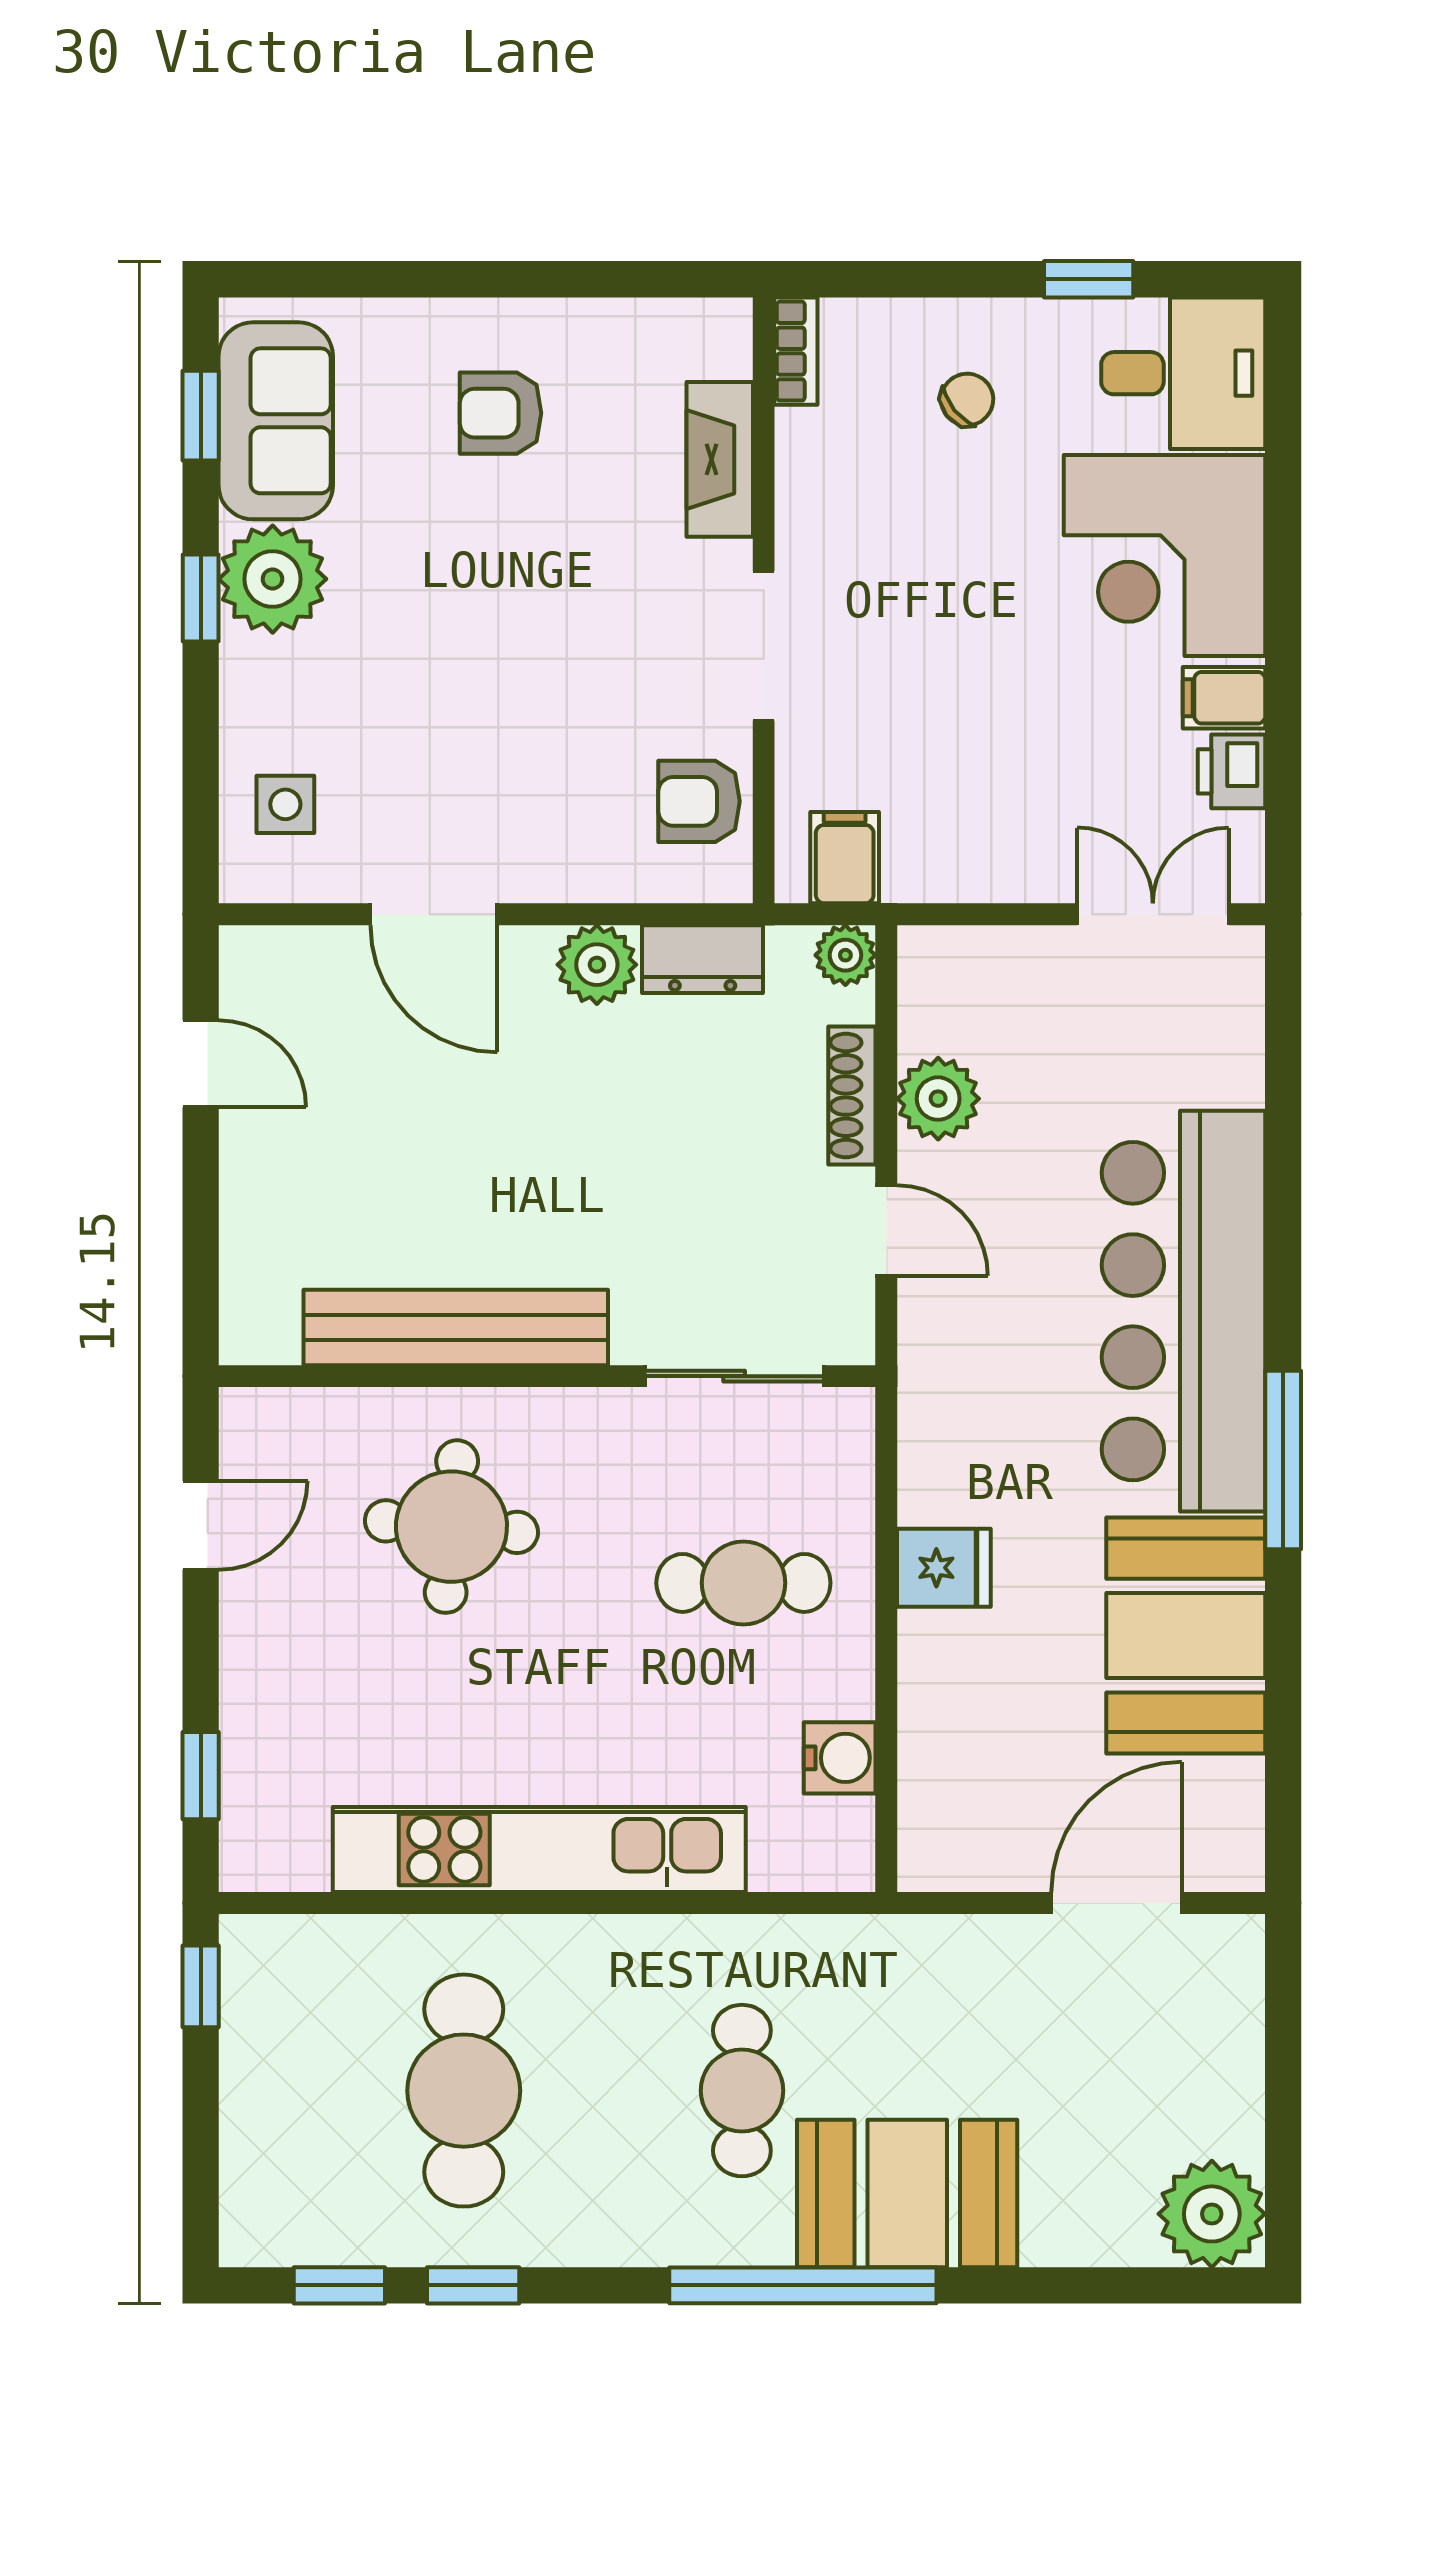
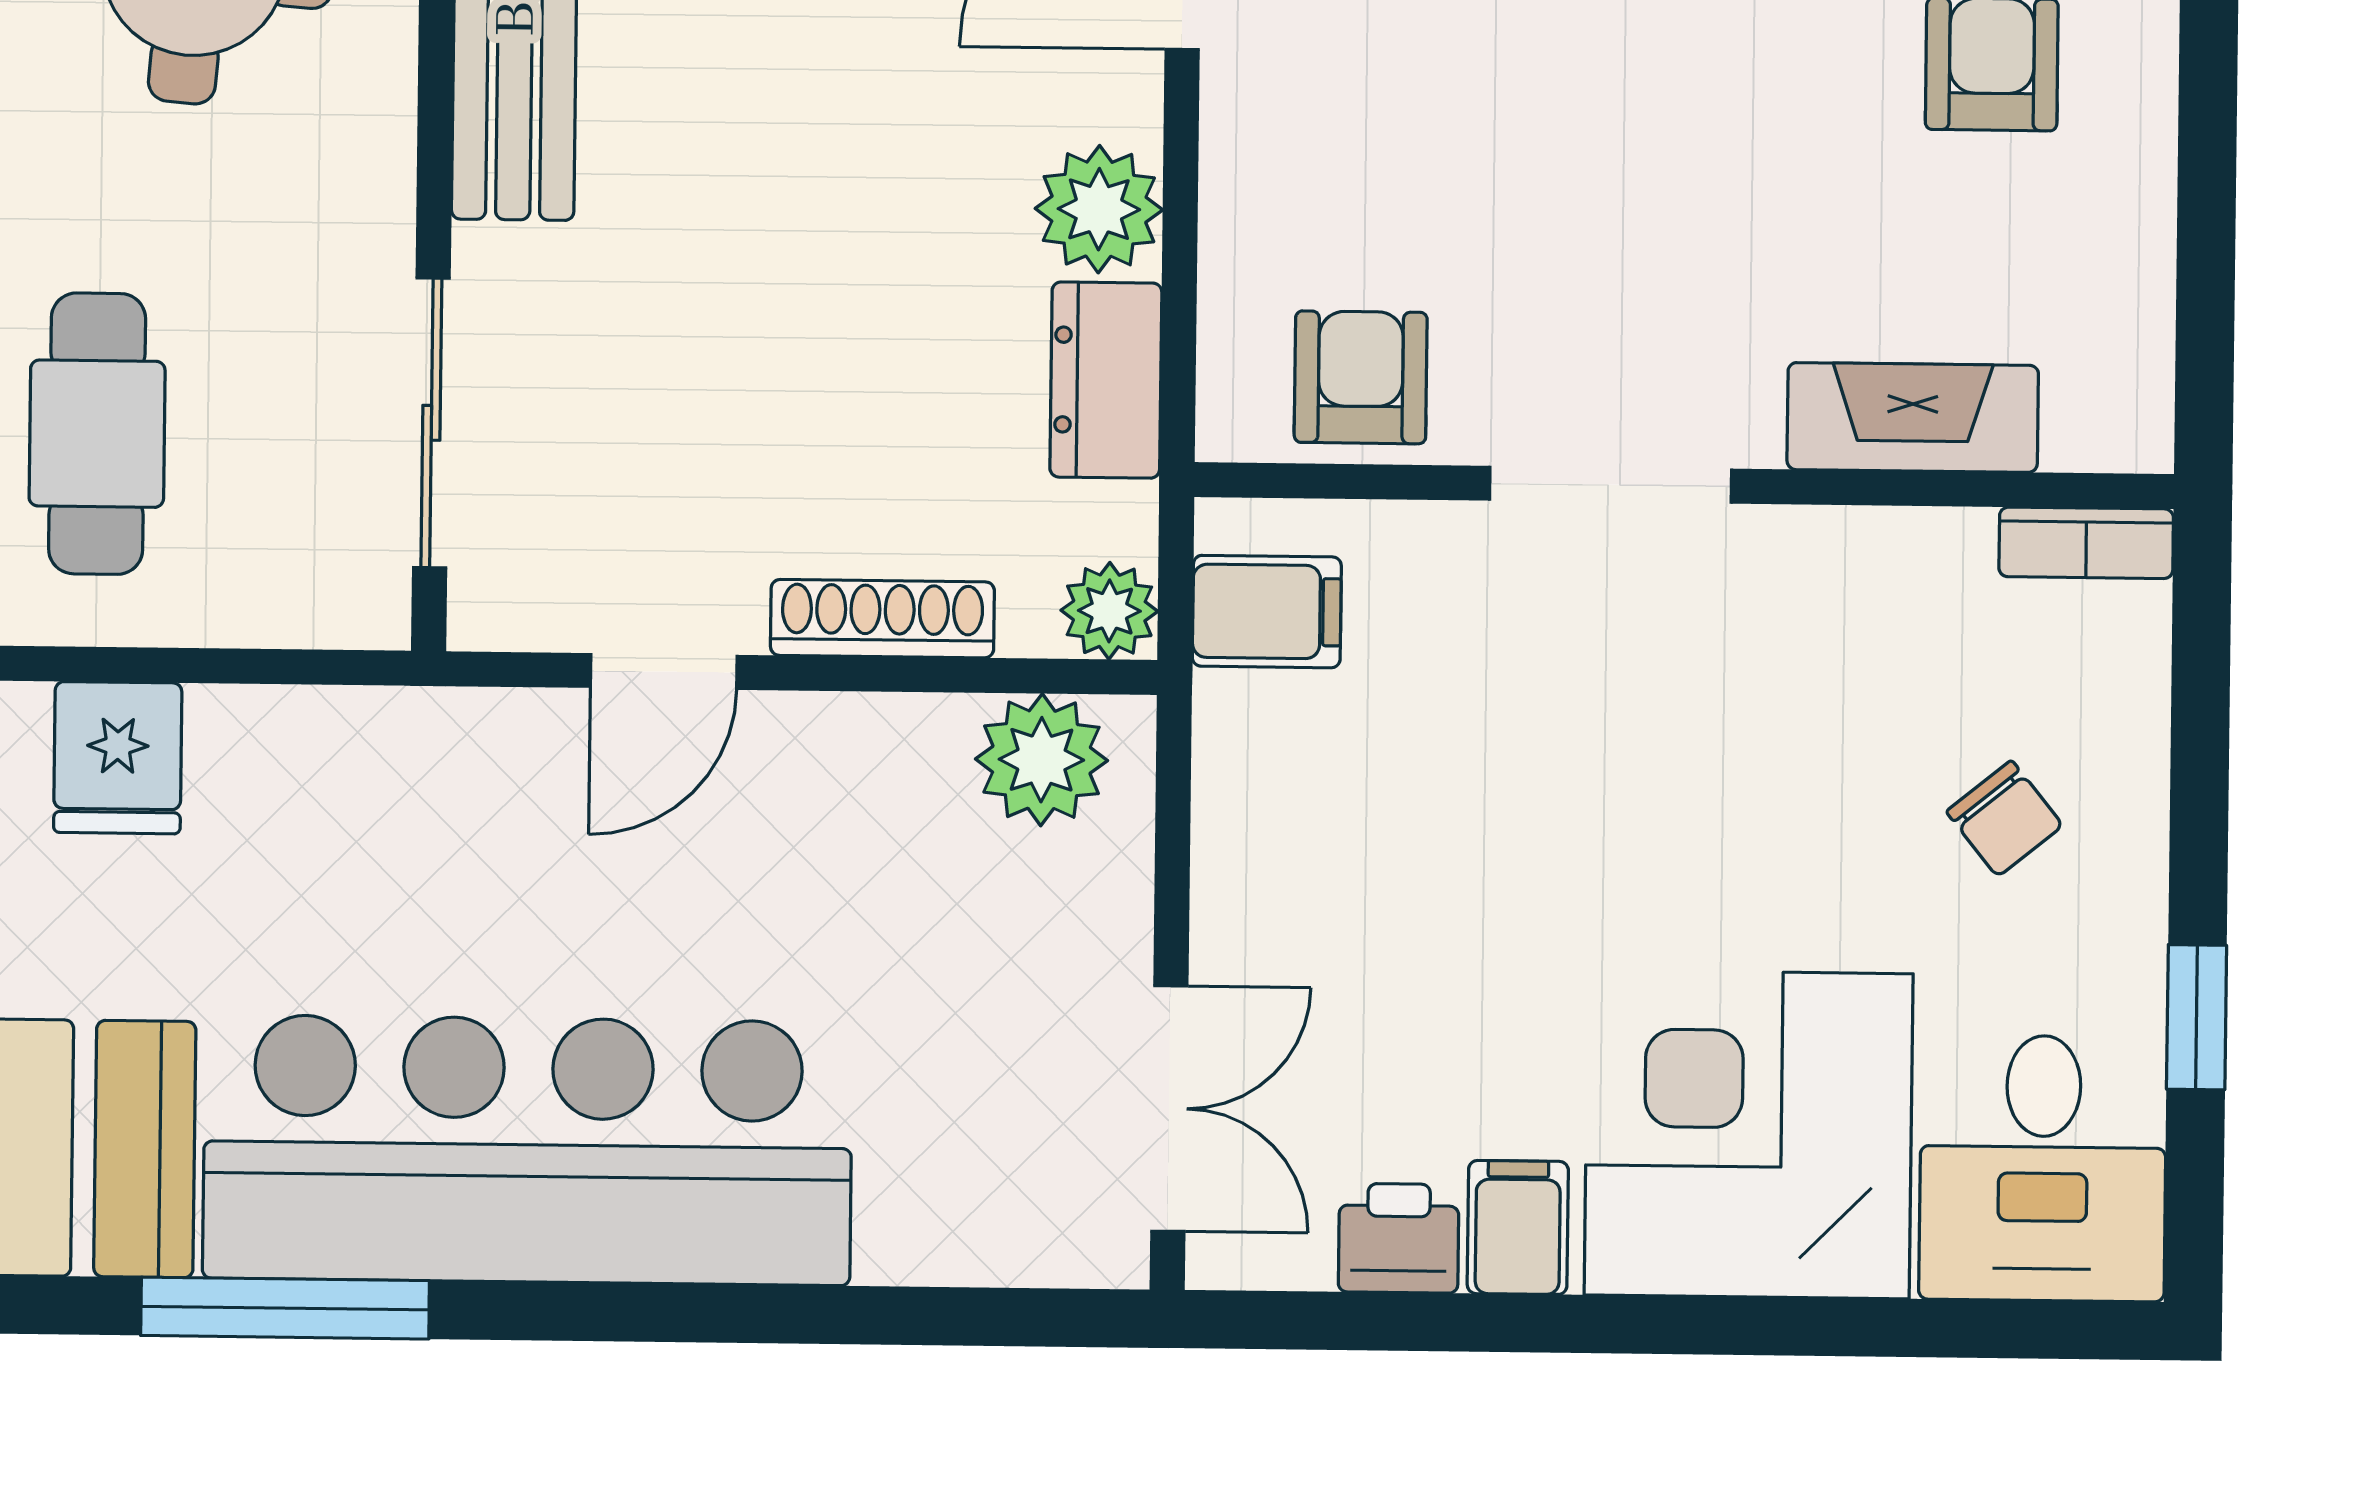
plant: (938, 1099) -> (1041, 760), moved

